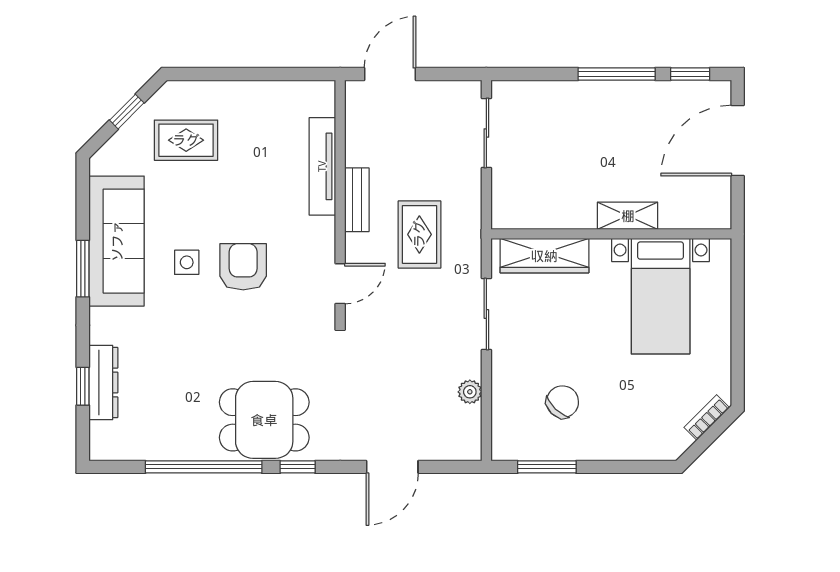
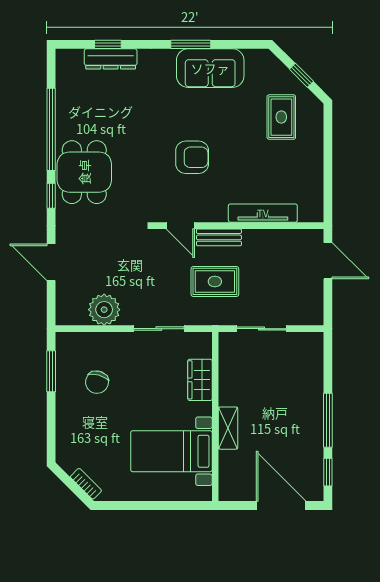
sliding door: (486, 133) -> (261, 329), moved
bench: (357, 200) -> (219, 237), moved
sofa: (117, 241) -> (210, 68), width x0.73
wardrobe: (544, 256) -> (200, 380), width x0.67
side table: (187, 262) -> (195, 118), removed
plant: (470, 392) -> (104, 310), width x1.87, depth x1.87
chair: (562, 402) -> (97, 382), turned 62

